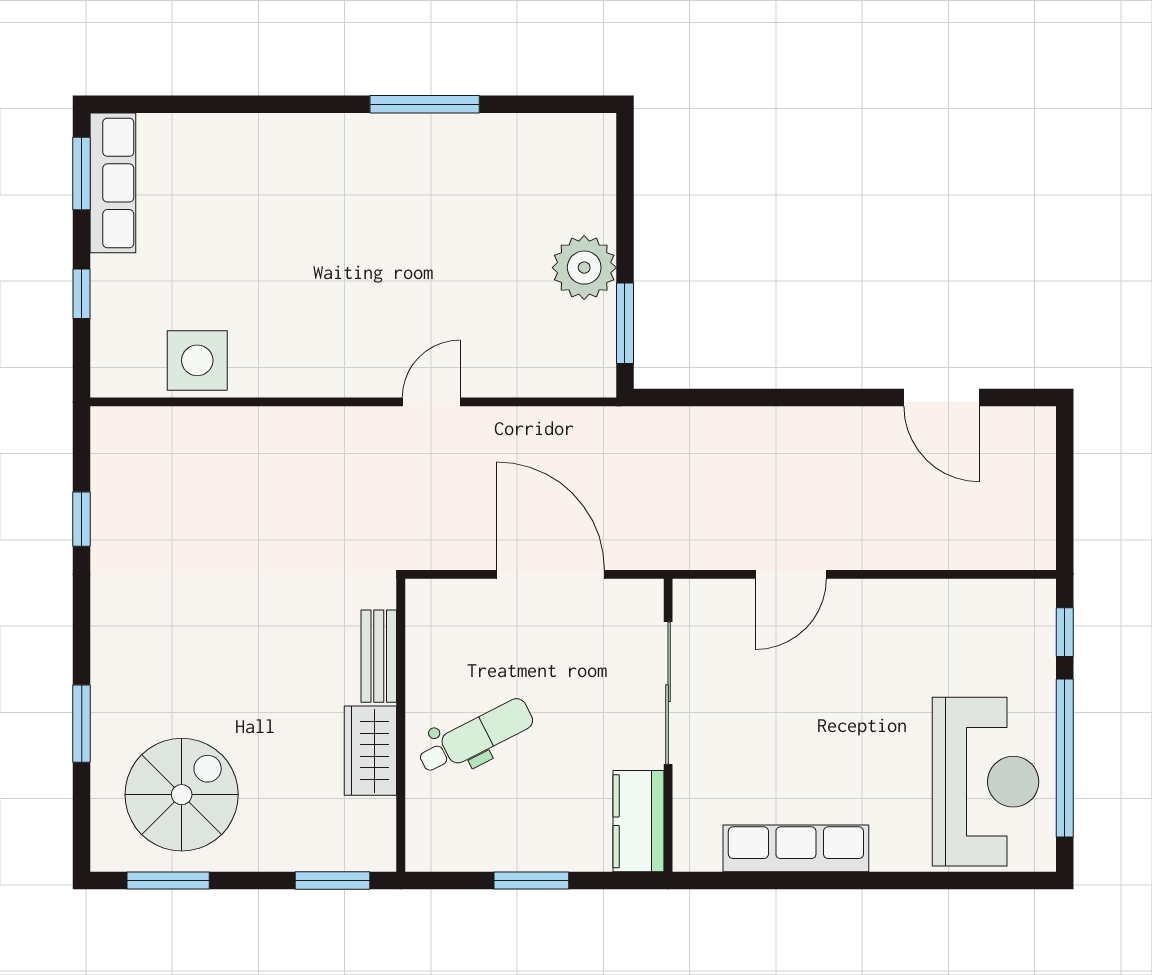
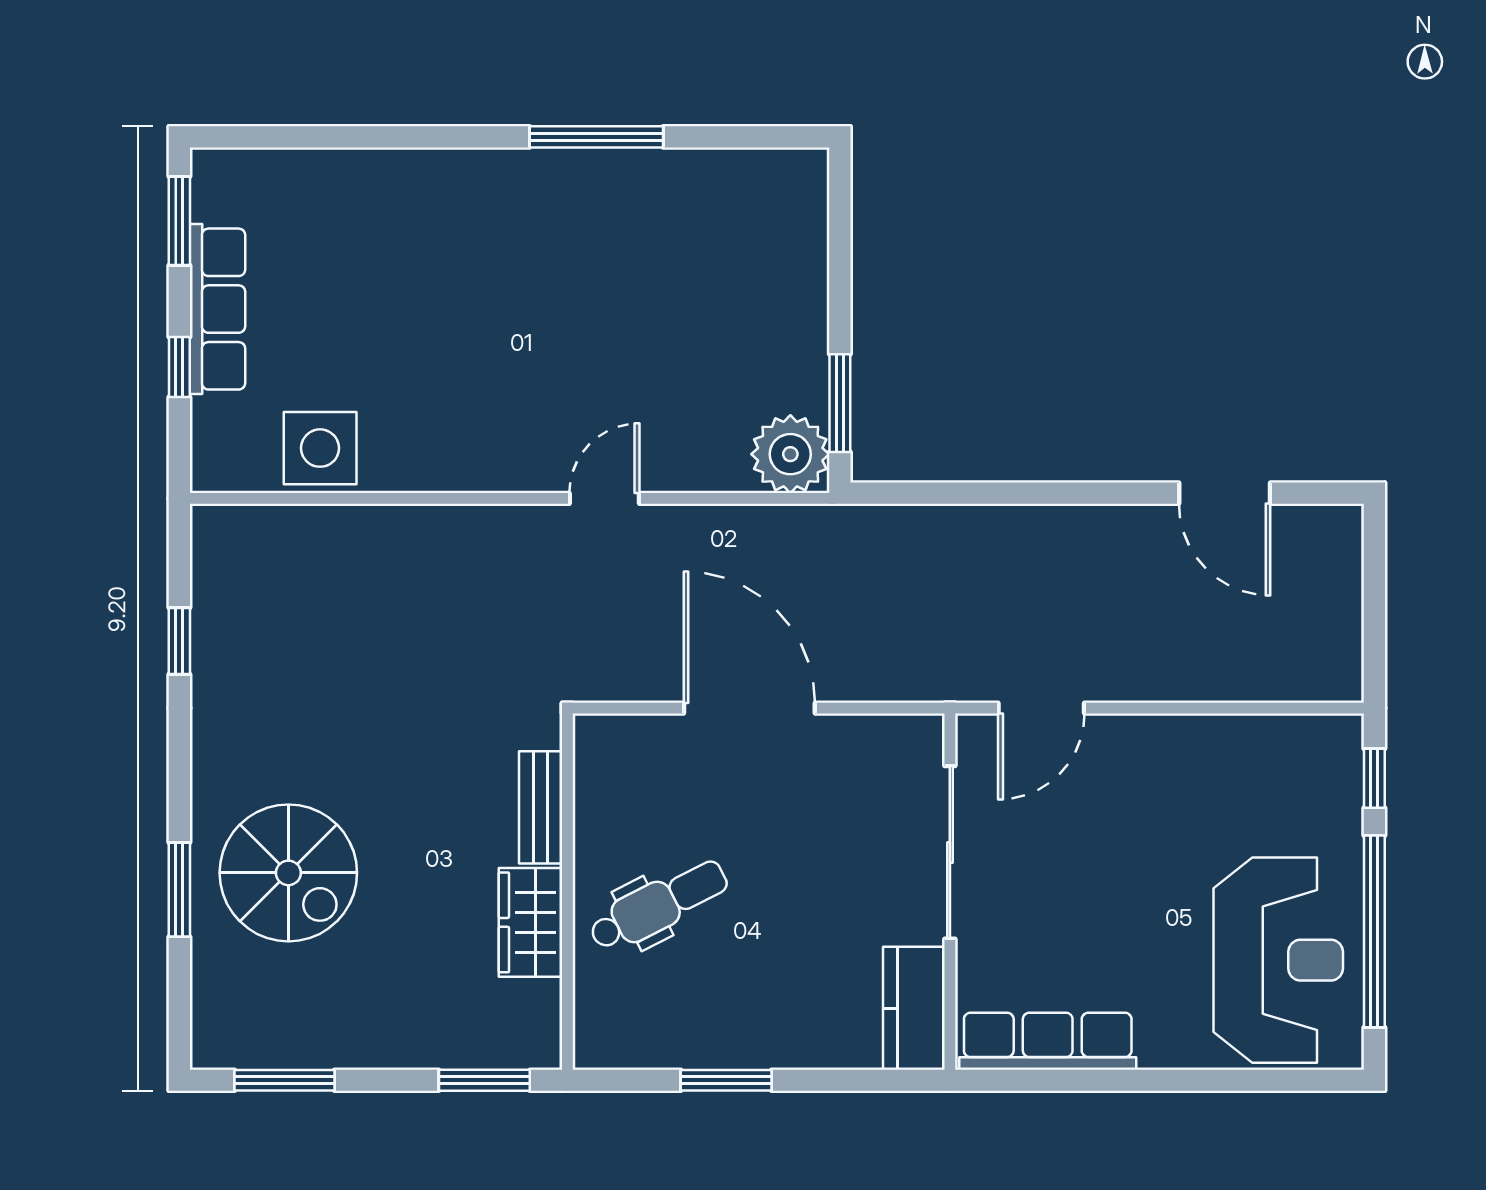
row of seats: (113, 183) -> (217, 309), moved
plant: (584, 268) -> (790, 454), moved
sliding door: (668, 693) -> (950, 852), moved
wall: (668, 725) -> (950, 892), moved
spiral stairs: (182, 795) -> (288, 873), moved, turned 90
kitchen counter: (638, 821) -> (914, 1008), moved

